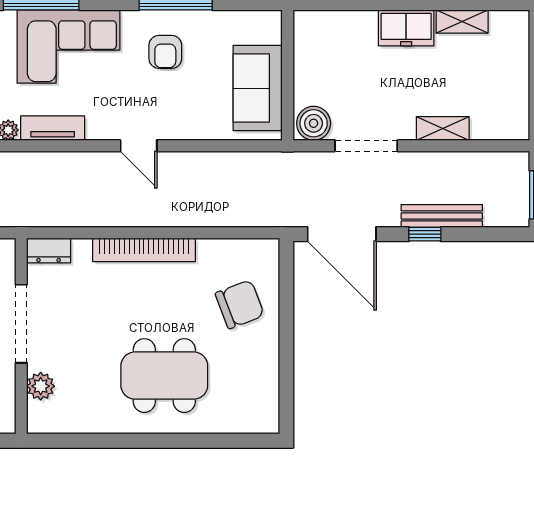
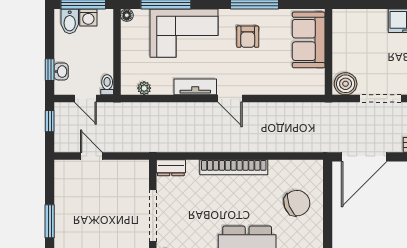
sofa: (258, 88) -> (309, 40), moved
tv unit: (53, 128) -> (195, 87), moved
door: (342, 234) -> (364, 157), hinge flipped

